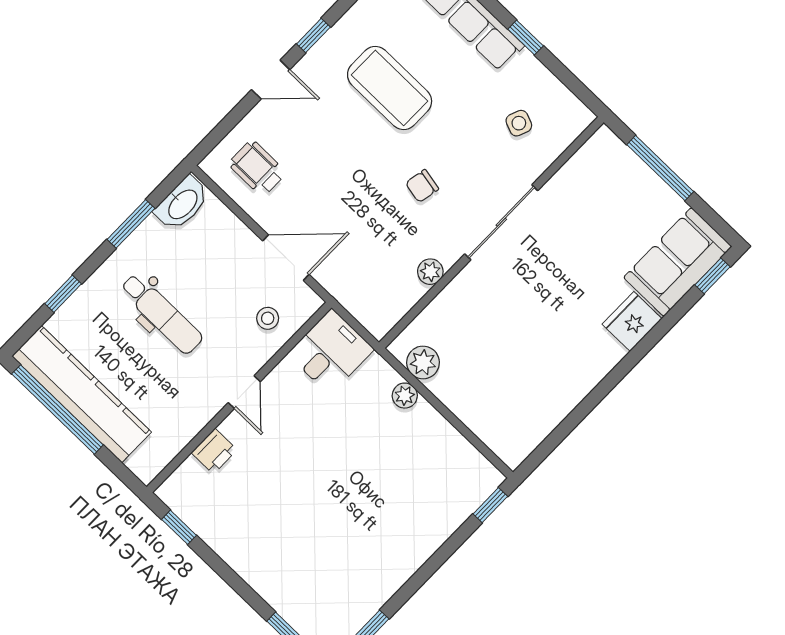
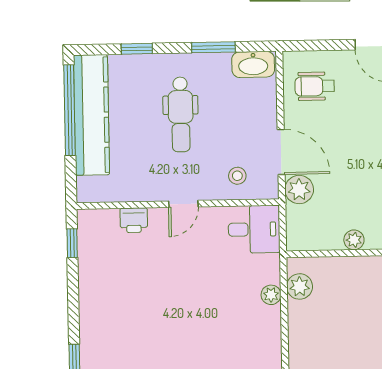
wheelchair: (257, 168) -> (315, 86), turned -90
plant: (336, 275) -> (299, 190), added

